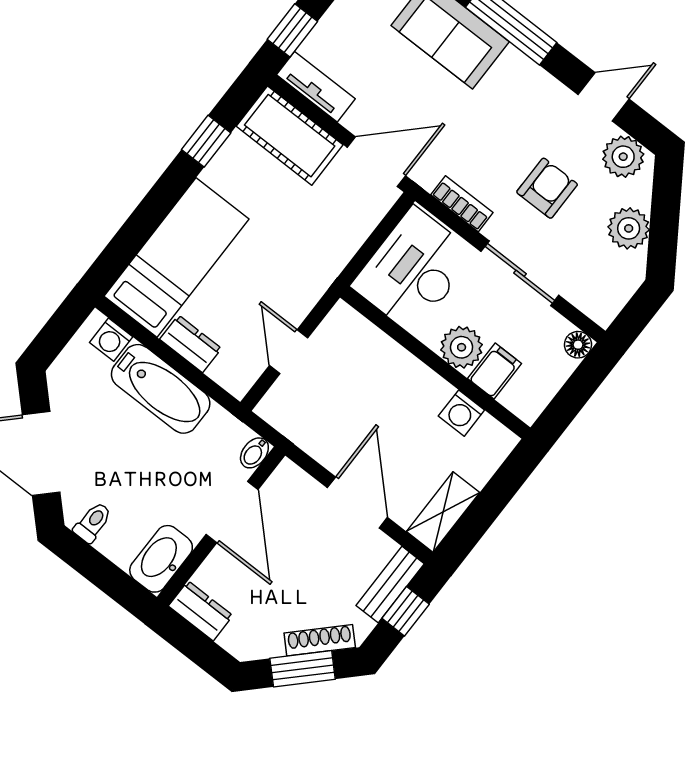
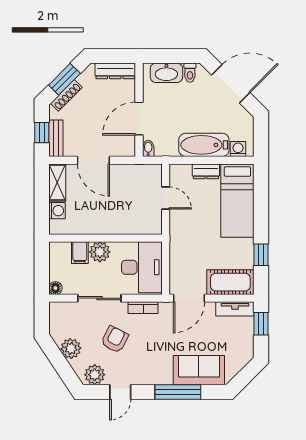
armchair: (547, 188) -> (115, 339), turned -153
washing machine: (461, 413) -> (57, 211), moved, turned 90
door: (232, 512) -> (139, 119), hinge flipped
washbasin: (161, 559) -> (166, 73), moved, turned 90
dresser: (201, 611) -> (115, 71), width x1.44

